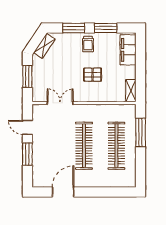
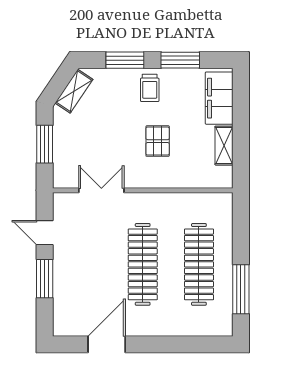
pallet: (93, 75) -> (158, 141), turned 90
shelving: (131, 91) -> (224, 146), moved
window: (141, 132) -> (241, 289), moved

